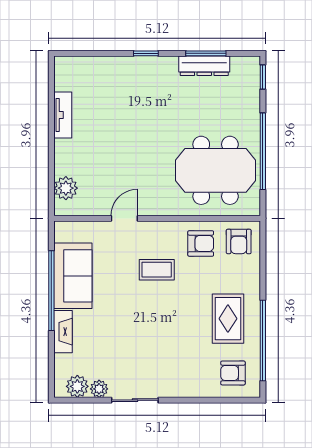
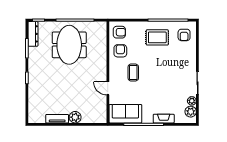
dresser: (204, 66) -> (33, 34), moved
meeting table: (216, 170) -> (69, 45), moved
plant: (66, 188) -> (75, 117), moved
sofa: (73, 276) -> (125, 114), moved

